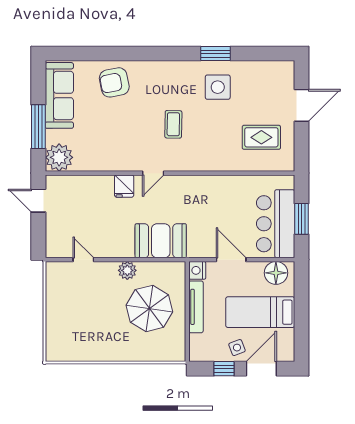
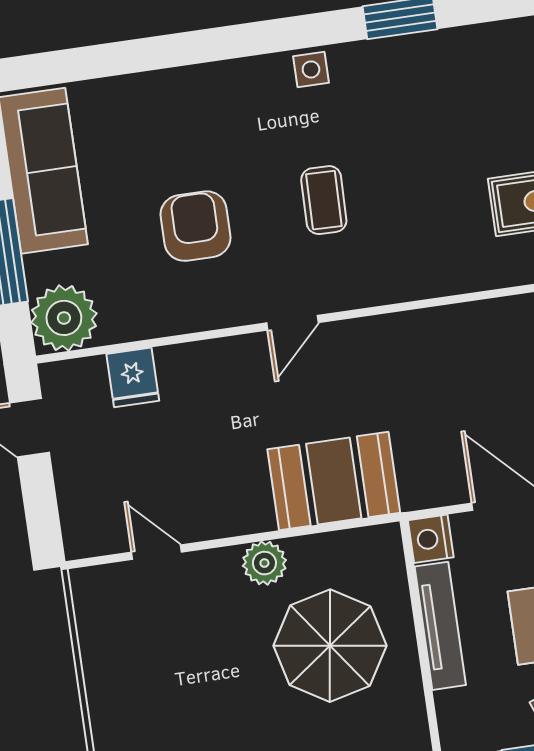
armchair: (114, 82) -> (196, 226), moved, turned 101
side table: (218, 87) -> (311, 69), moved, width x0.54, depth x0.54
fridge: (124, 186) -> (133, 377), moved

